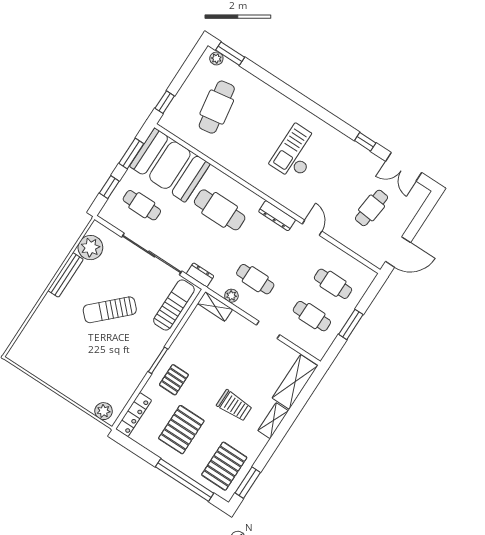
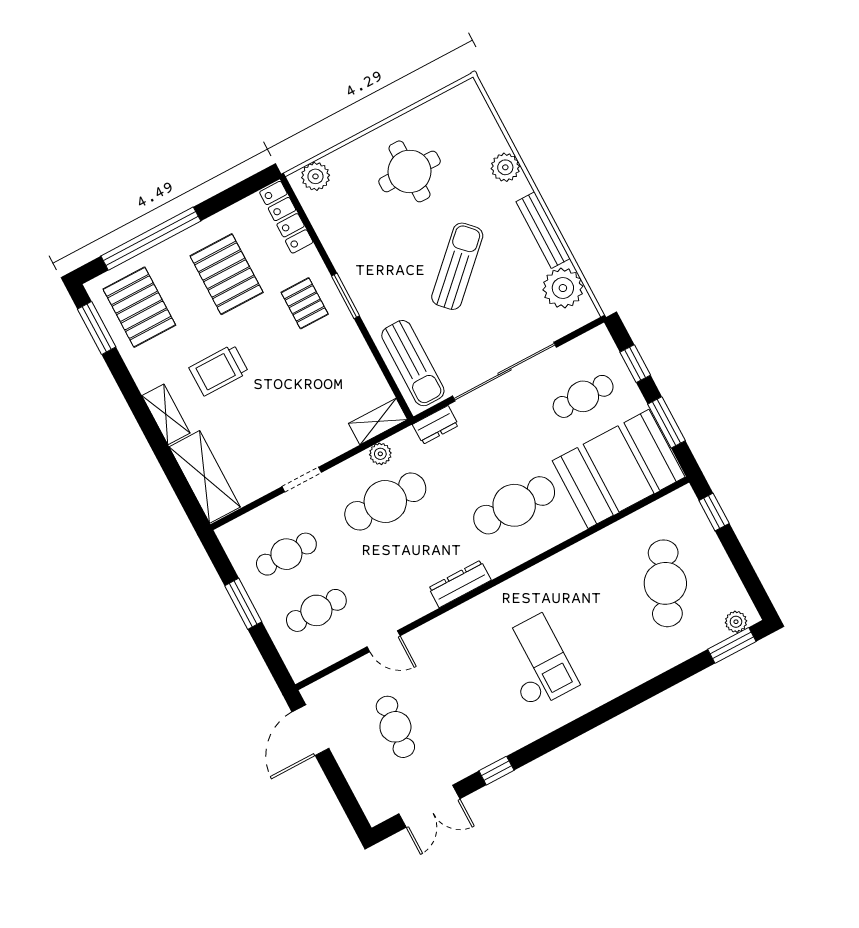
cafe table: (217, 107) -> (665, 583), turned 33
double door: (404, 167) -> (429, 806), swing flipped
door: (312, 228) -> (384, 641), moved
cafe table: (255, 279) -> (385, 502), width x1.37, depth x1.35
plant: (43, 313) -> (505, 167), added
round table: (73, 363) -> (410, 171), added

